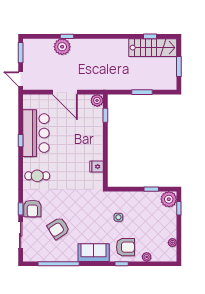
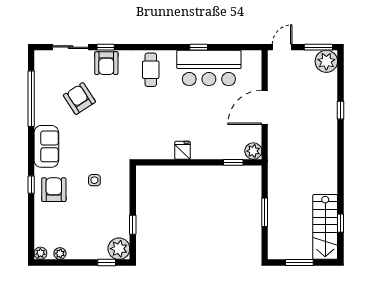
plant: (62, 47) -> (326, 61), moved
fridge: (96, 167) -> (182, 150), moved
armchair: (32, 209) -> (106, 63), turned -90
armchair: (125, 247) -> (54, 190), turned 180
plant: (147, 257) -> (40, 253), moved

